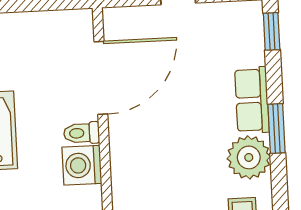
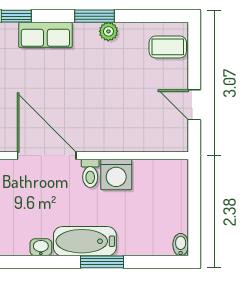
row of seats: (252, 100) -> (45, 35), moved
plant: (249, 157) -> (108, 31), width x0.53, depth x0.53

